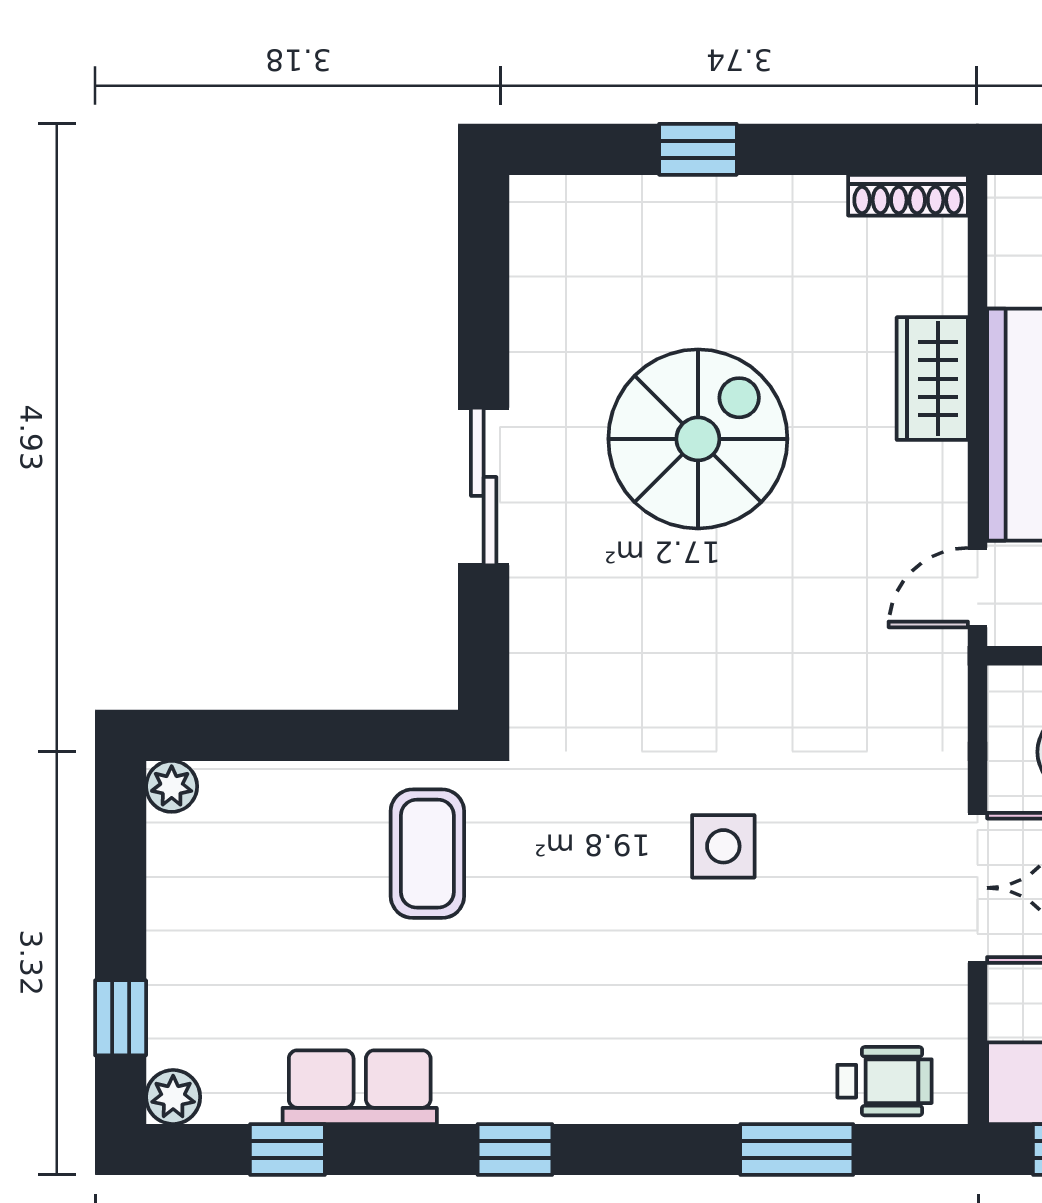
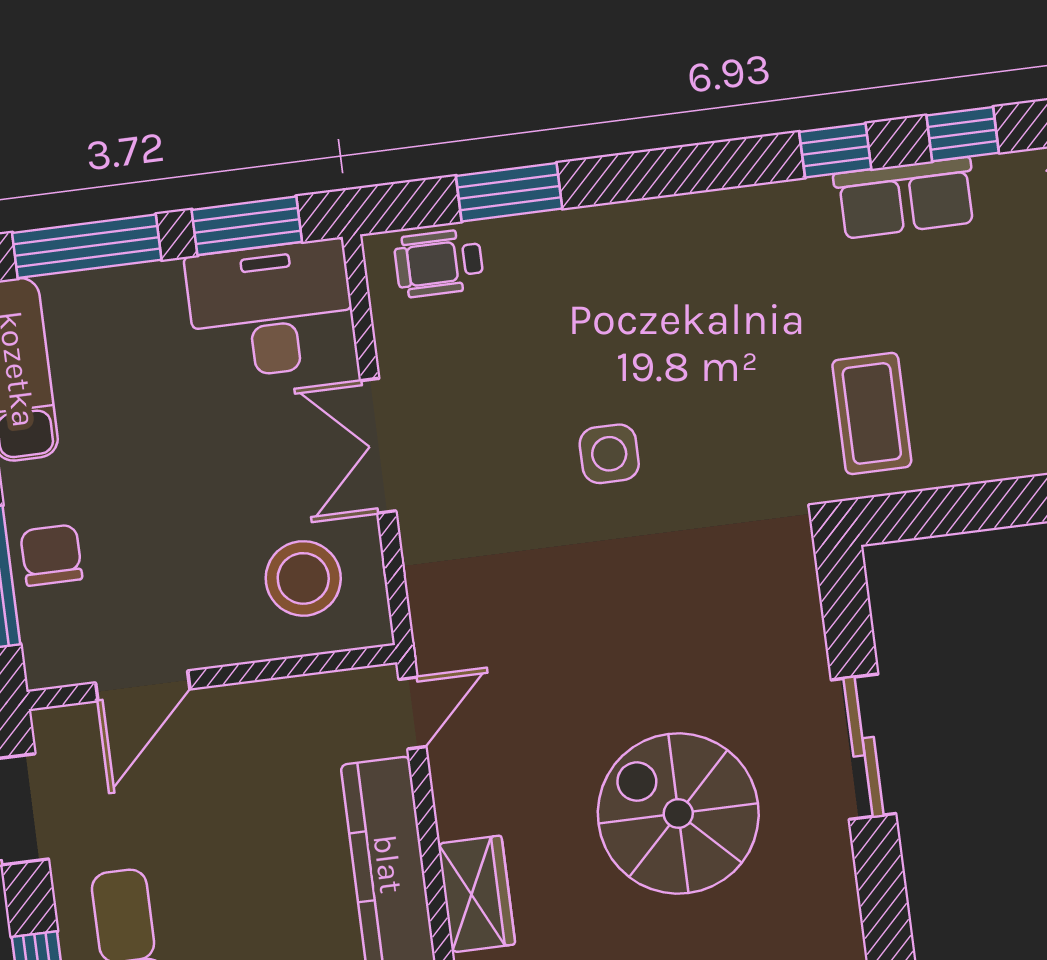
spiral stairs: (698, 439) -> (678, 814), turned 90
window: (515, 1150) -> (835, 150), moved

